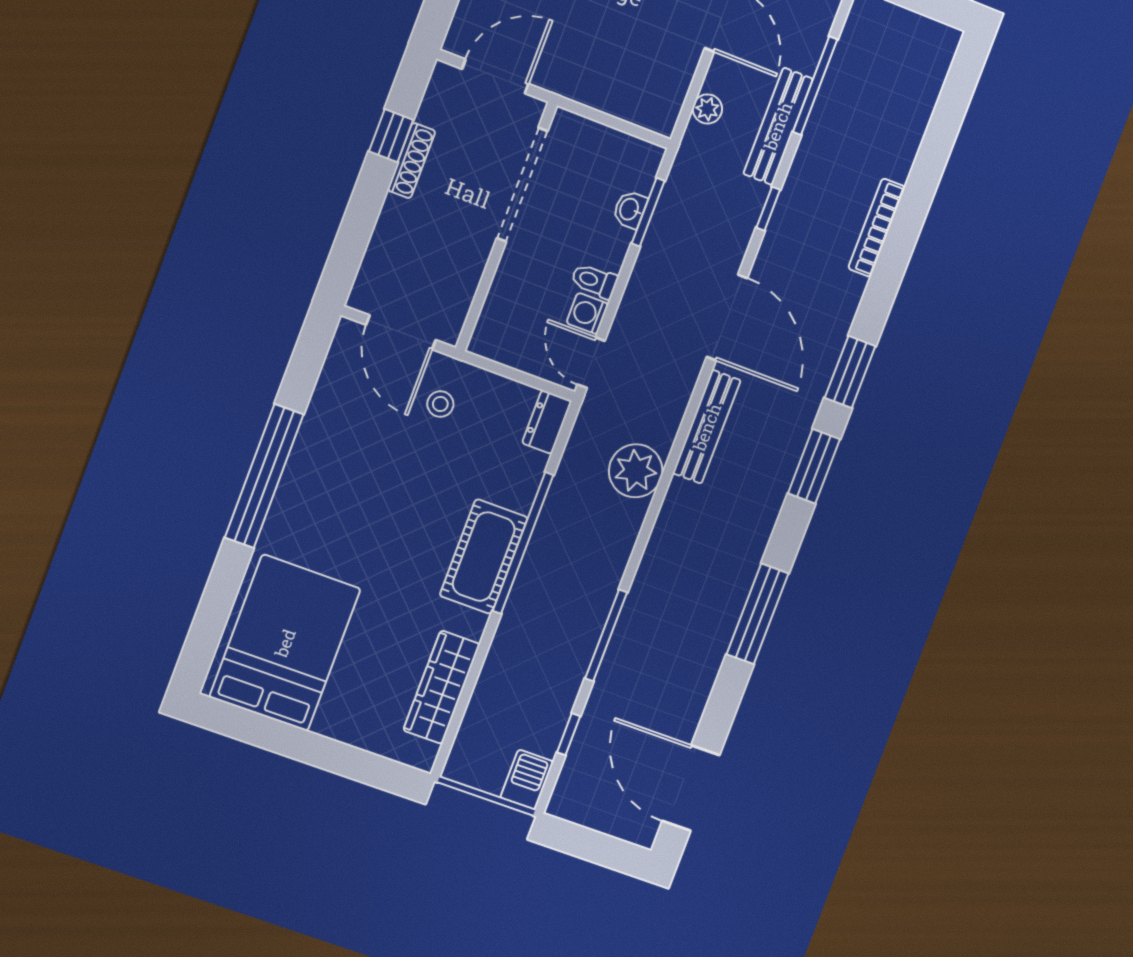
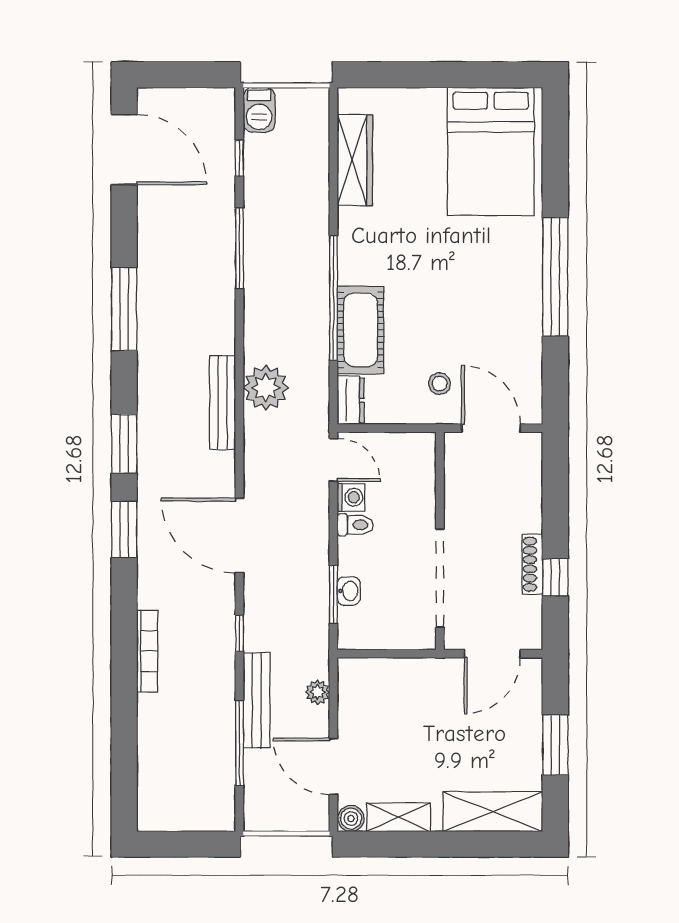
bench: (707, 427) -> (223, 402), moved
cot: (484, 557) -> (361, 330), moved

